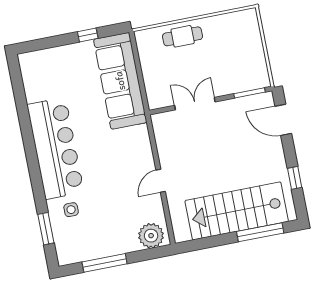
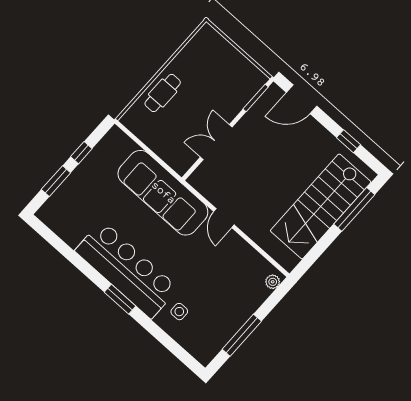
window: (53, 42) -> (56, 181), added
sofa: (120, 81) -> (163, 193), moved
door: (161, 181) -> (224, 218), moved
window: (46, 229) -> (120, 299), moved
plant: (151, 236) -> (273, 282), width x0.53, depth x0.53

